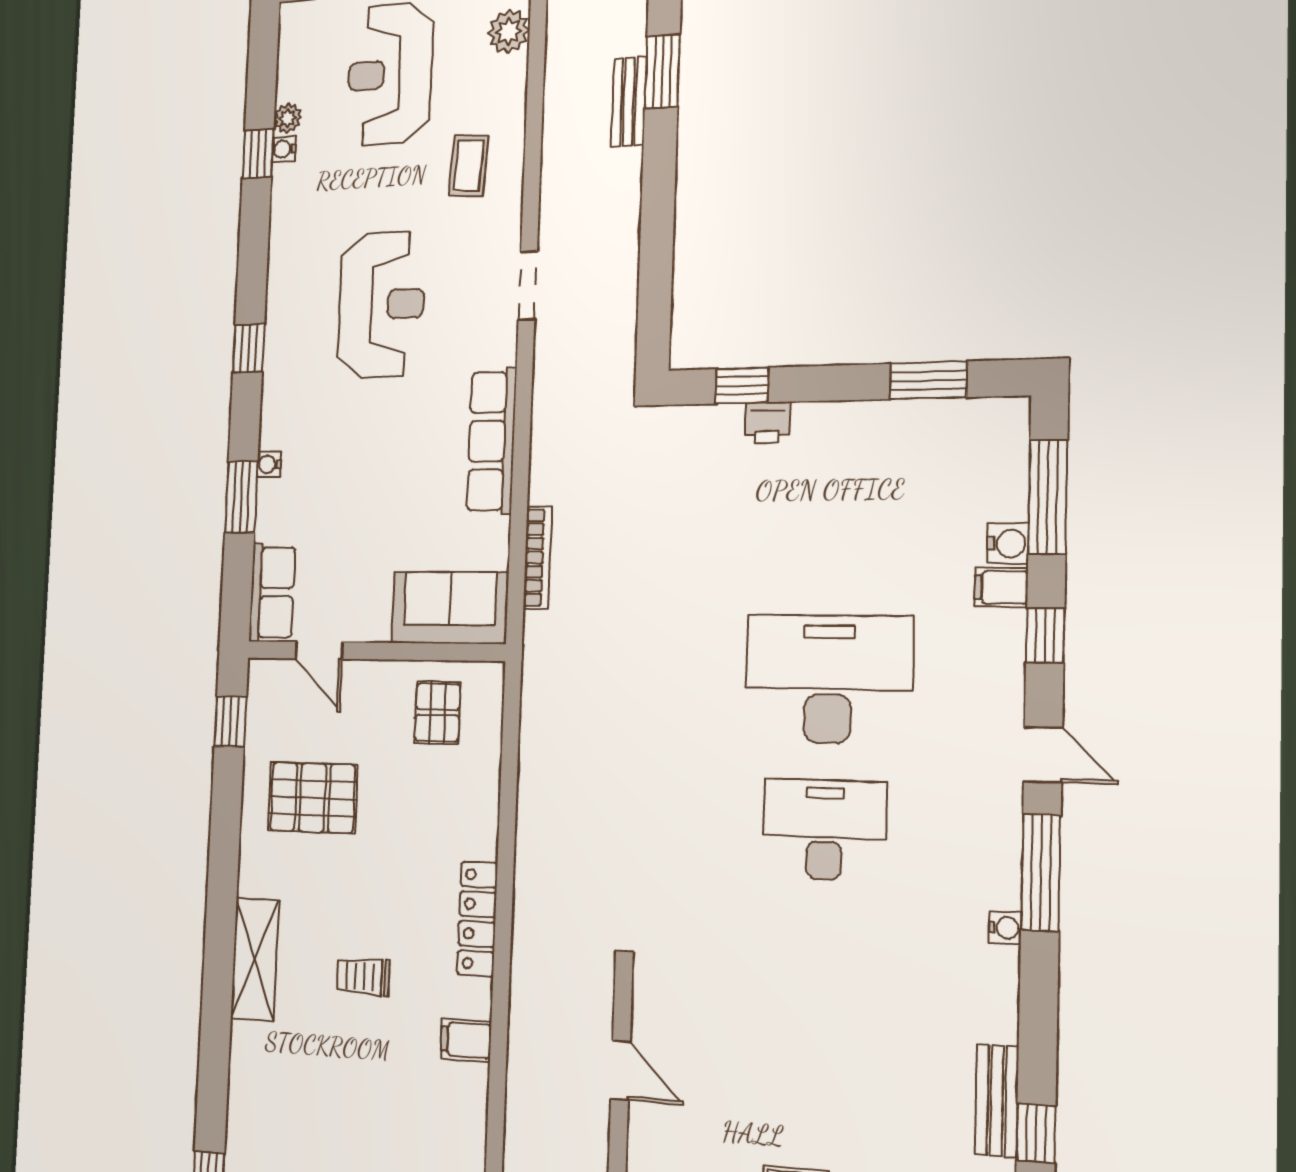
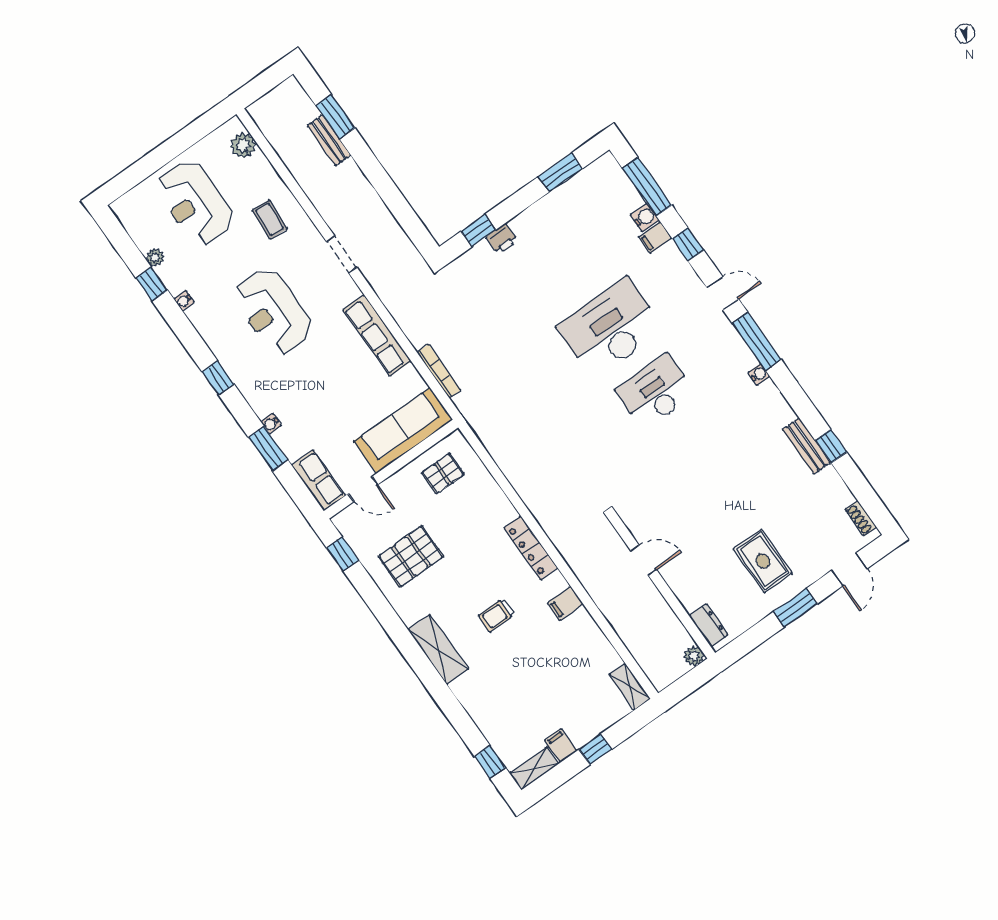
water cooler: (284, 149) -> (184, 301), moved
reception desk: (381, 305) -> (273, 312), turned 180
sofa: (450, 608) -> (403, 430), width x1.36
pallet: (437, 713) -> (443, 473), turned 90

